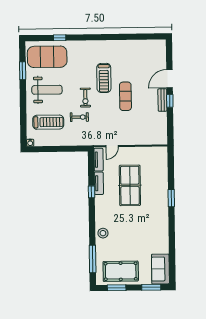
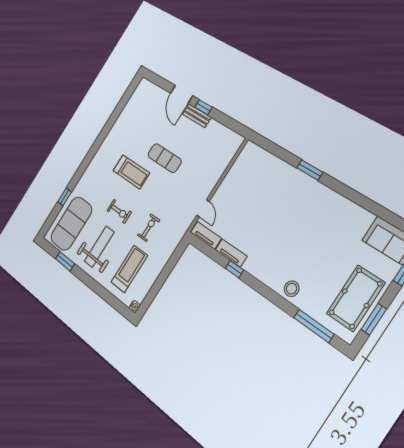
exercise bike: (85, 98) -> (119, 211), moved
table tennis table: (130, 185) -> (260, 215), removed

